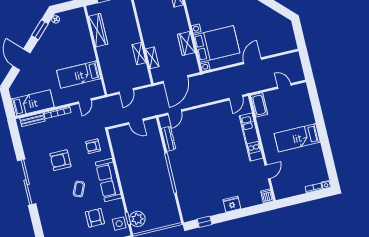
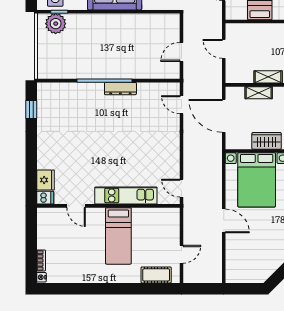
cot: (259, 105) -> (156, 275), moved
bed: (297, 138) -> (118, 236), moved, turned 180
dresser: (168, 139) -> (120, 89), moved
fridge: (232, 204) -> (45, 180), moved

